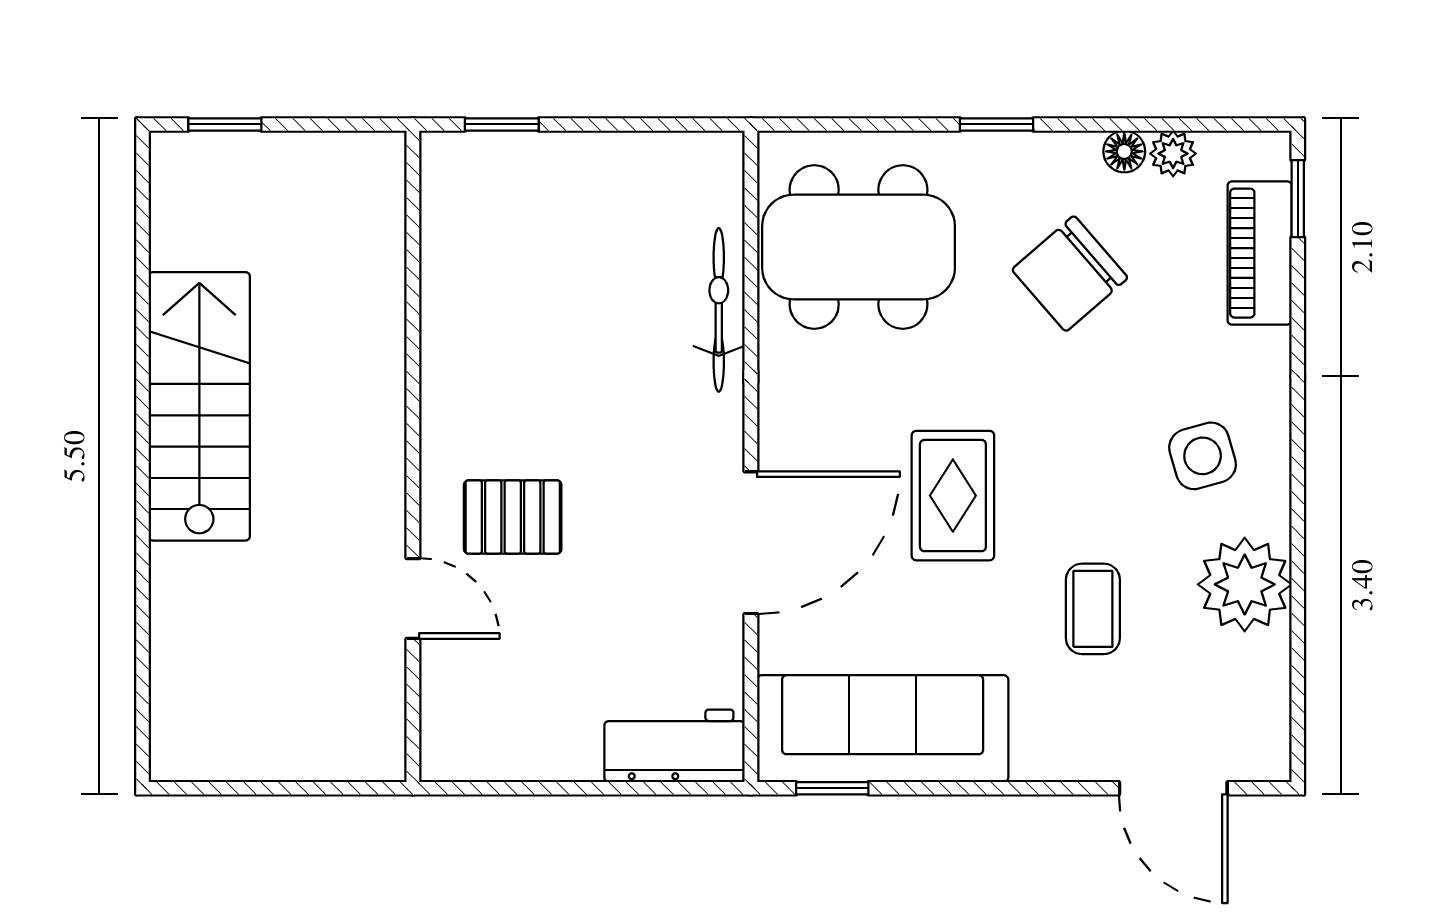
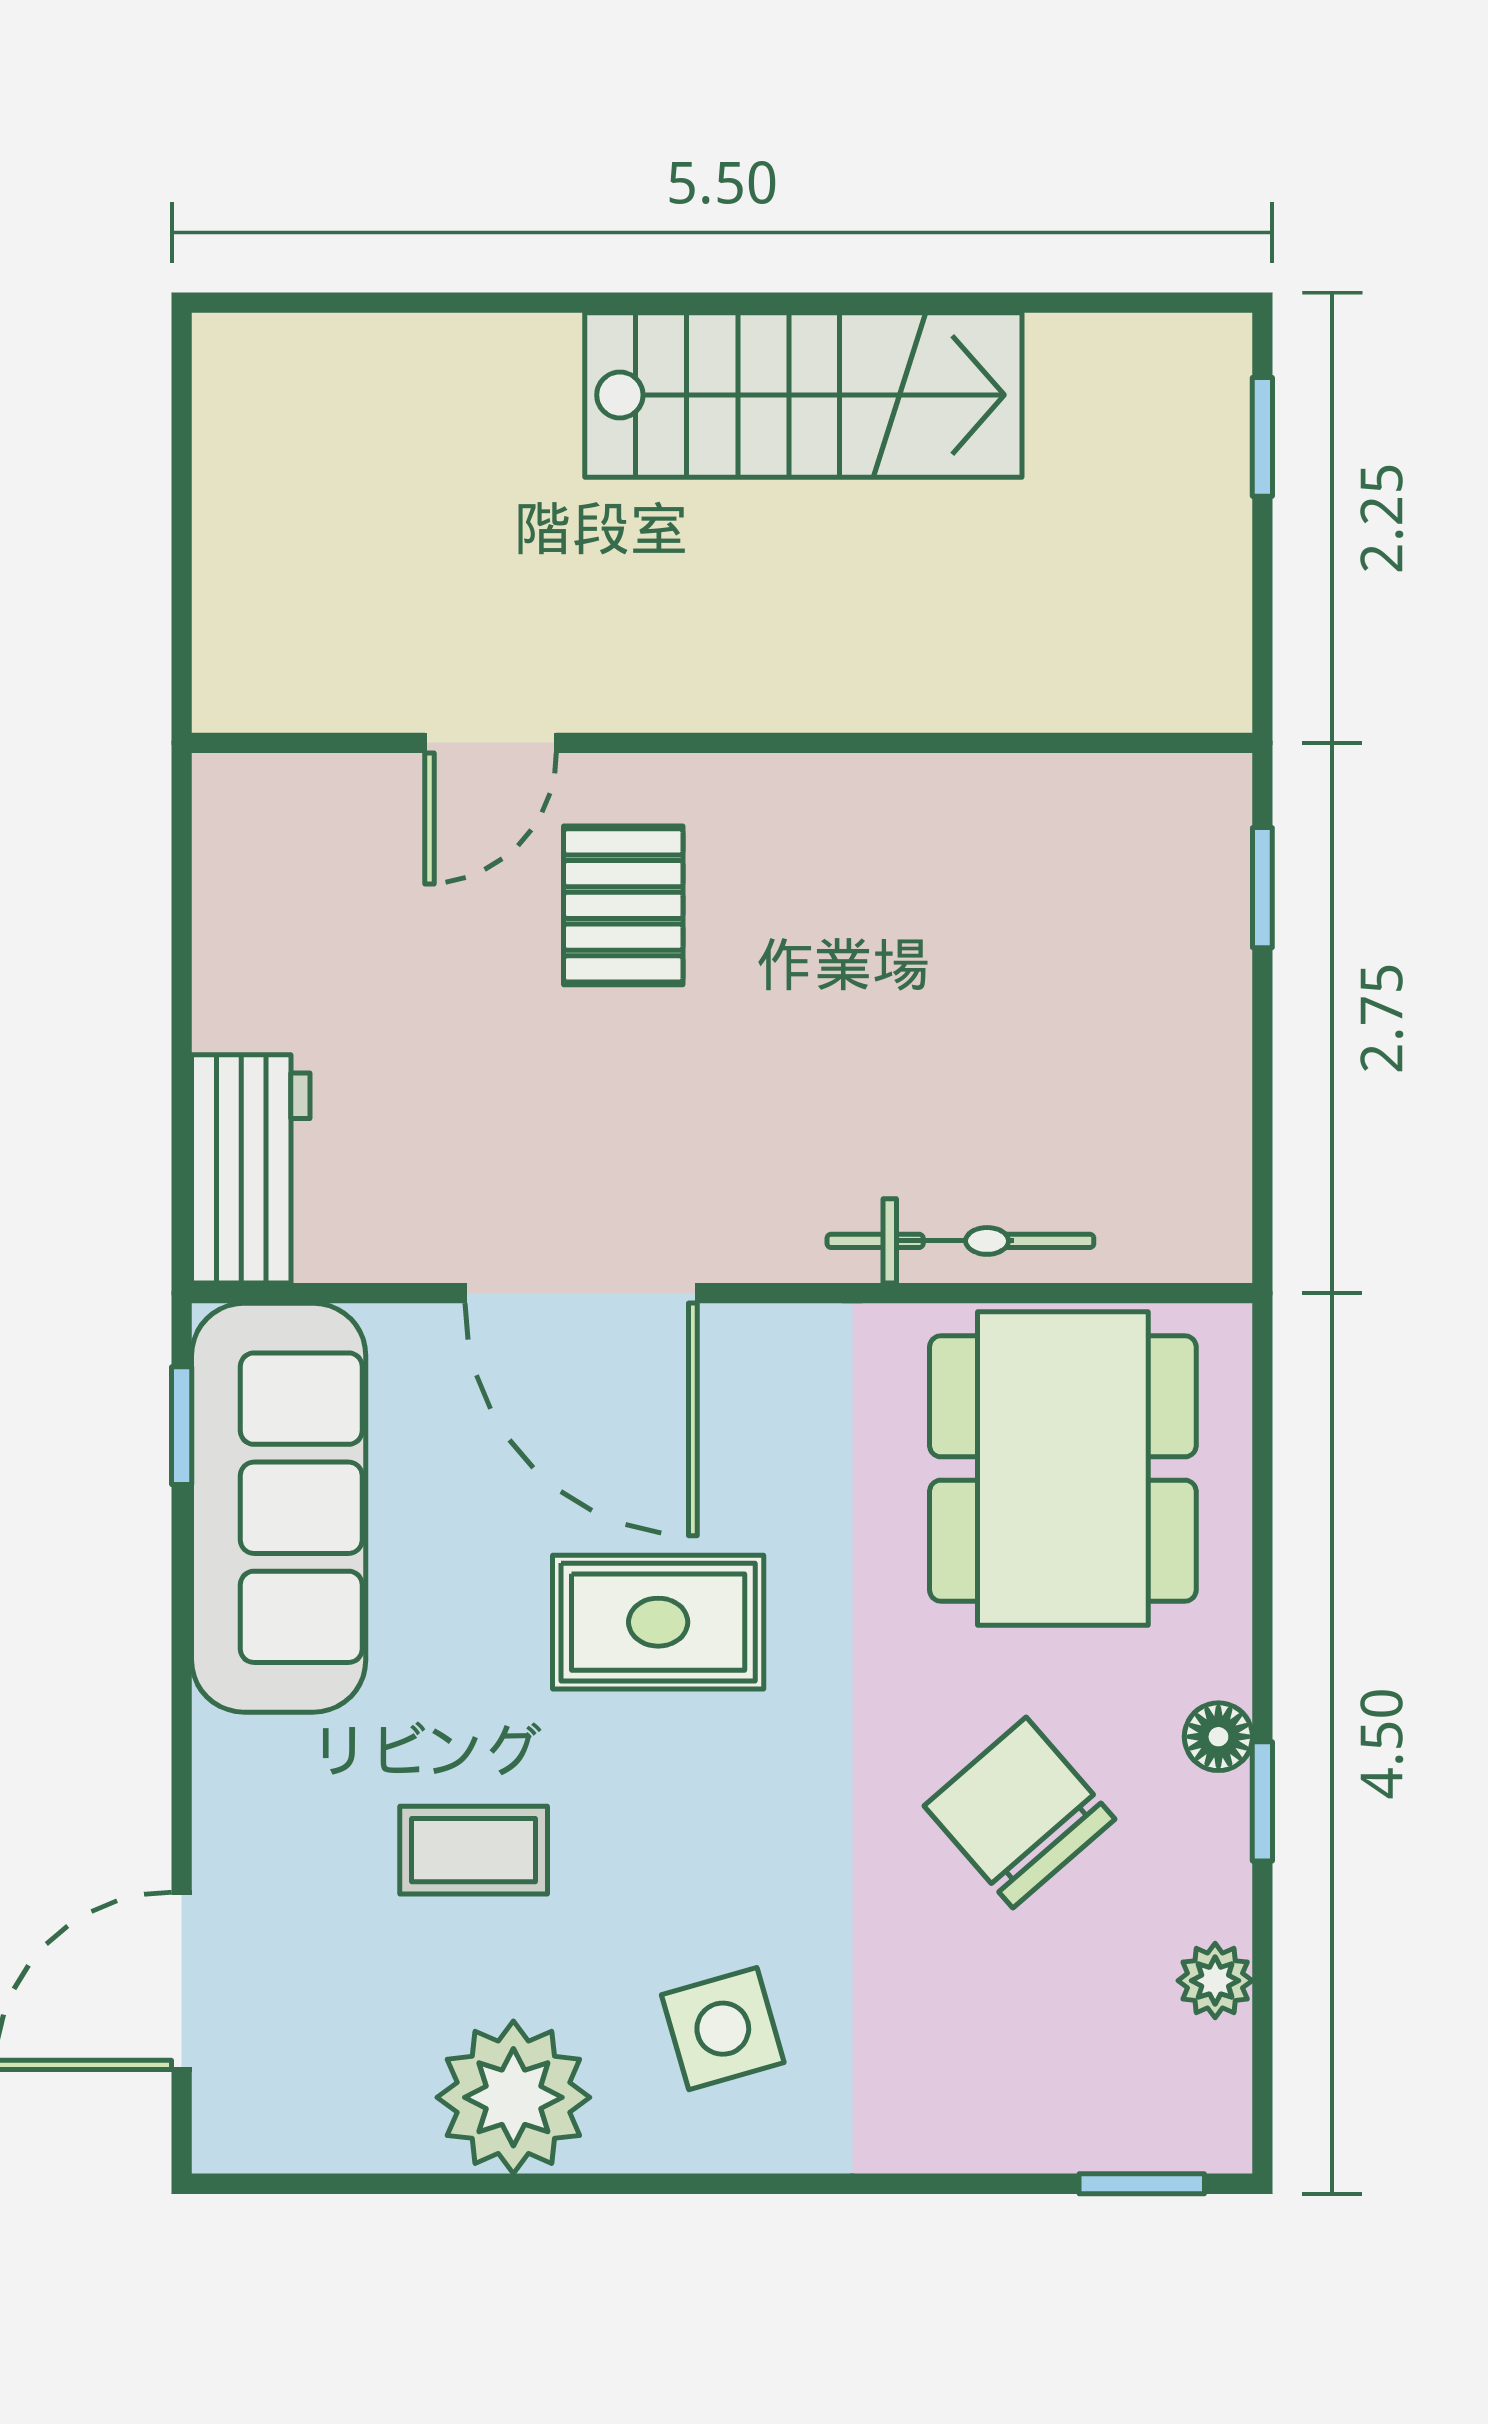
window: (997, 124) -> (1262, 1801), moved
floor lamp: (1124, 151) -> (1218, 1737), moved
piano: (1260, 253) -> (1053, 2122), removed

